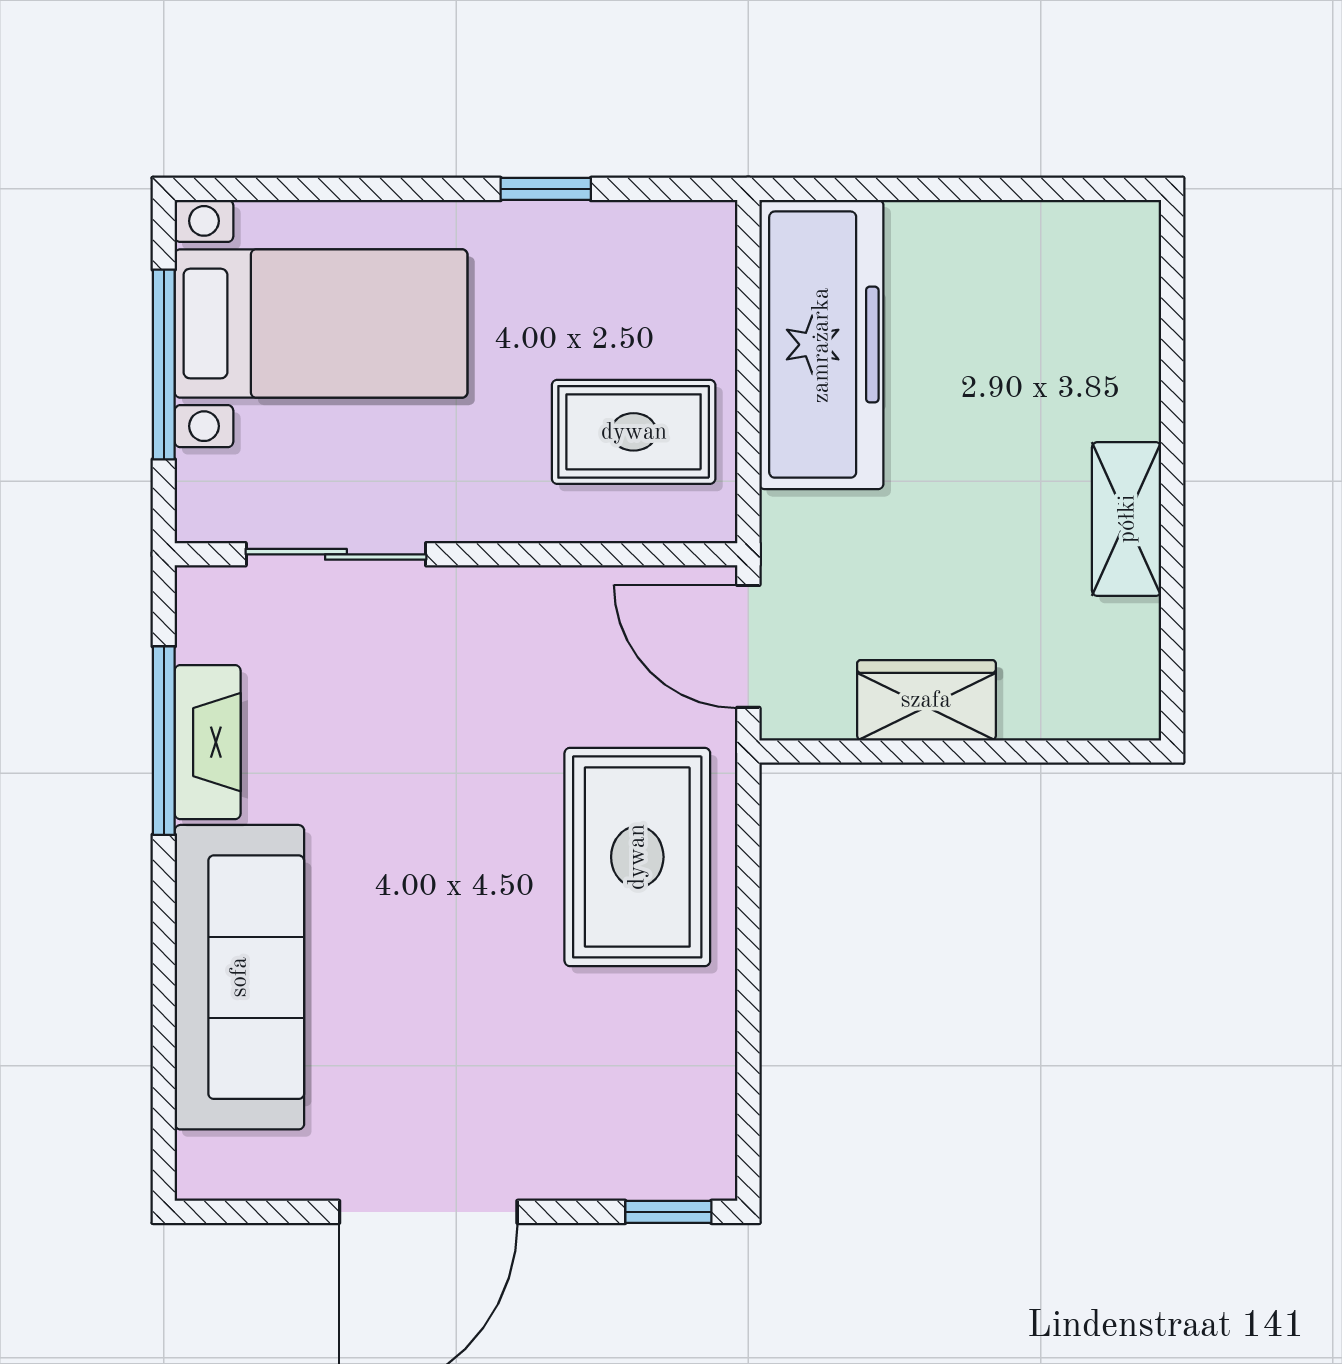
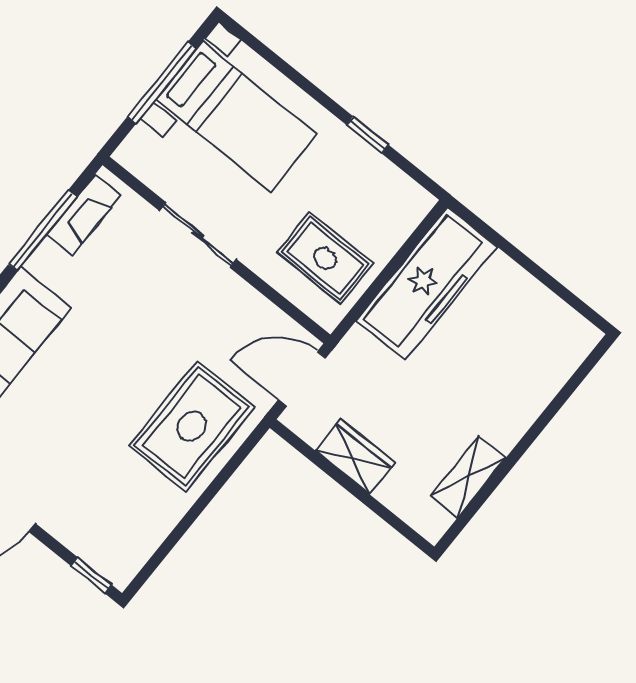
shelving: (1127, 519) -> (468, 477), moved
sliding door: (336, 554) -> (198, 235), moved
door: (748, 646) -> (302, 379), hinge flipped
fireplace: (208, 742) -> (84, 215), moved

